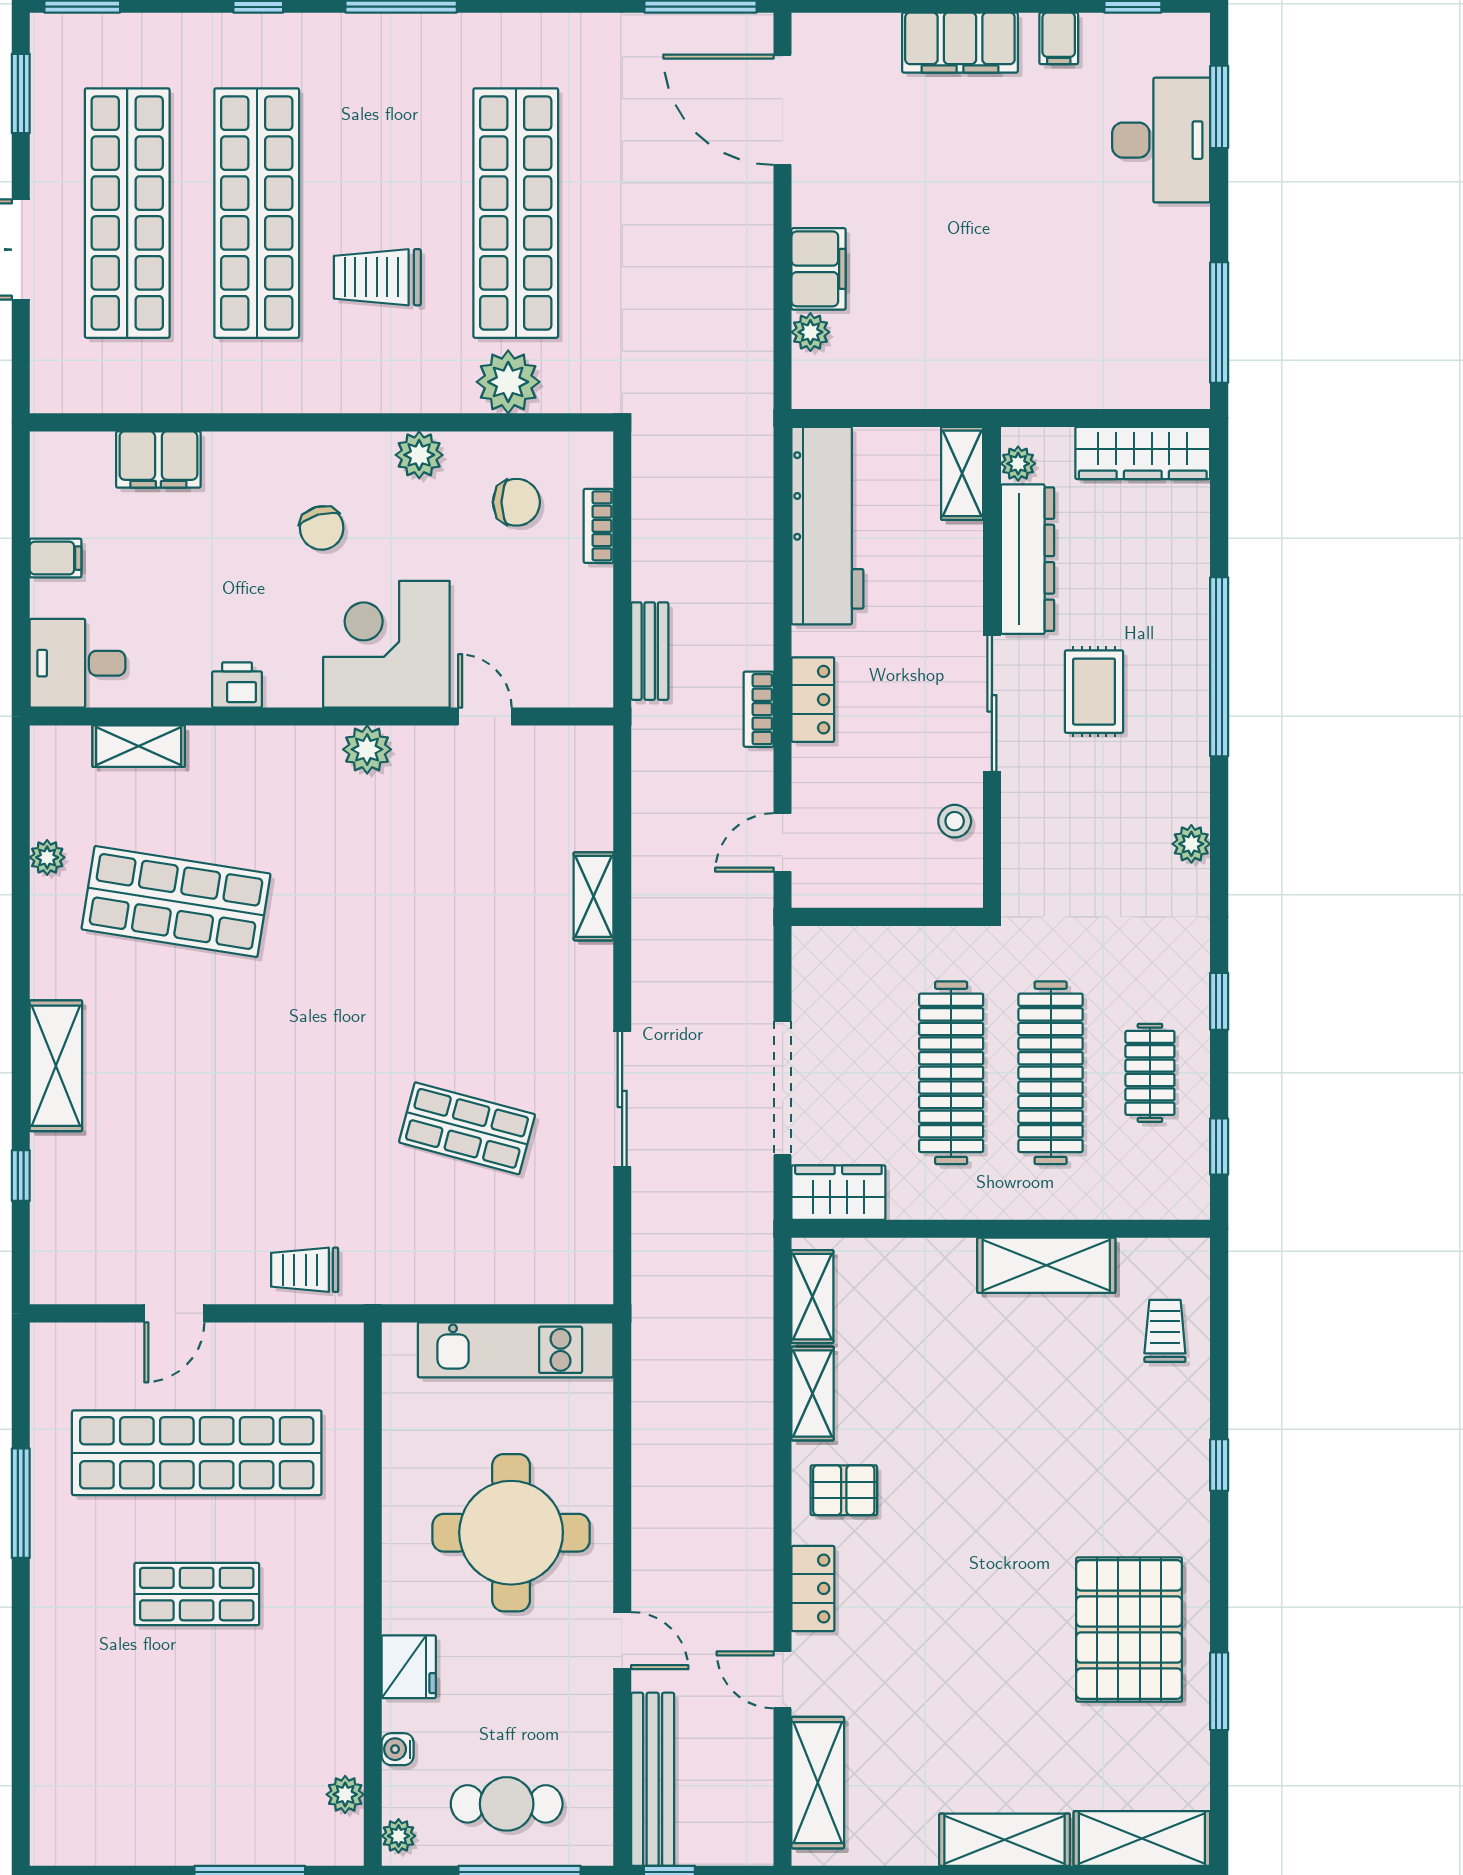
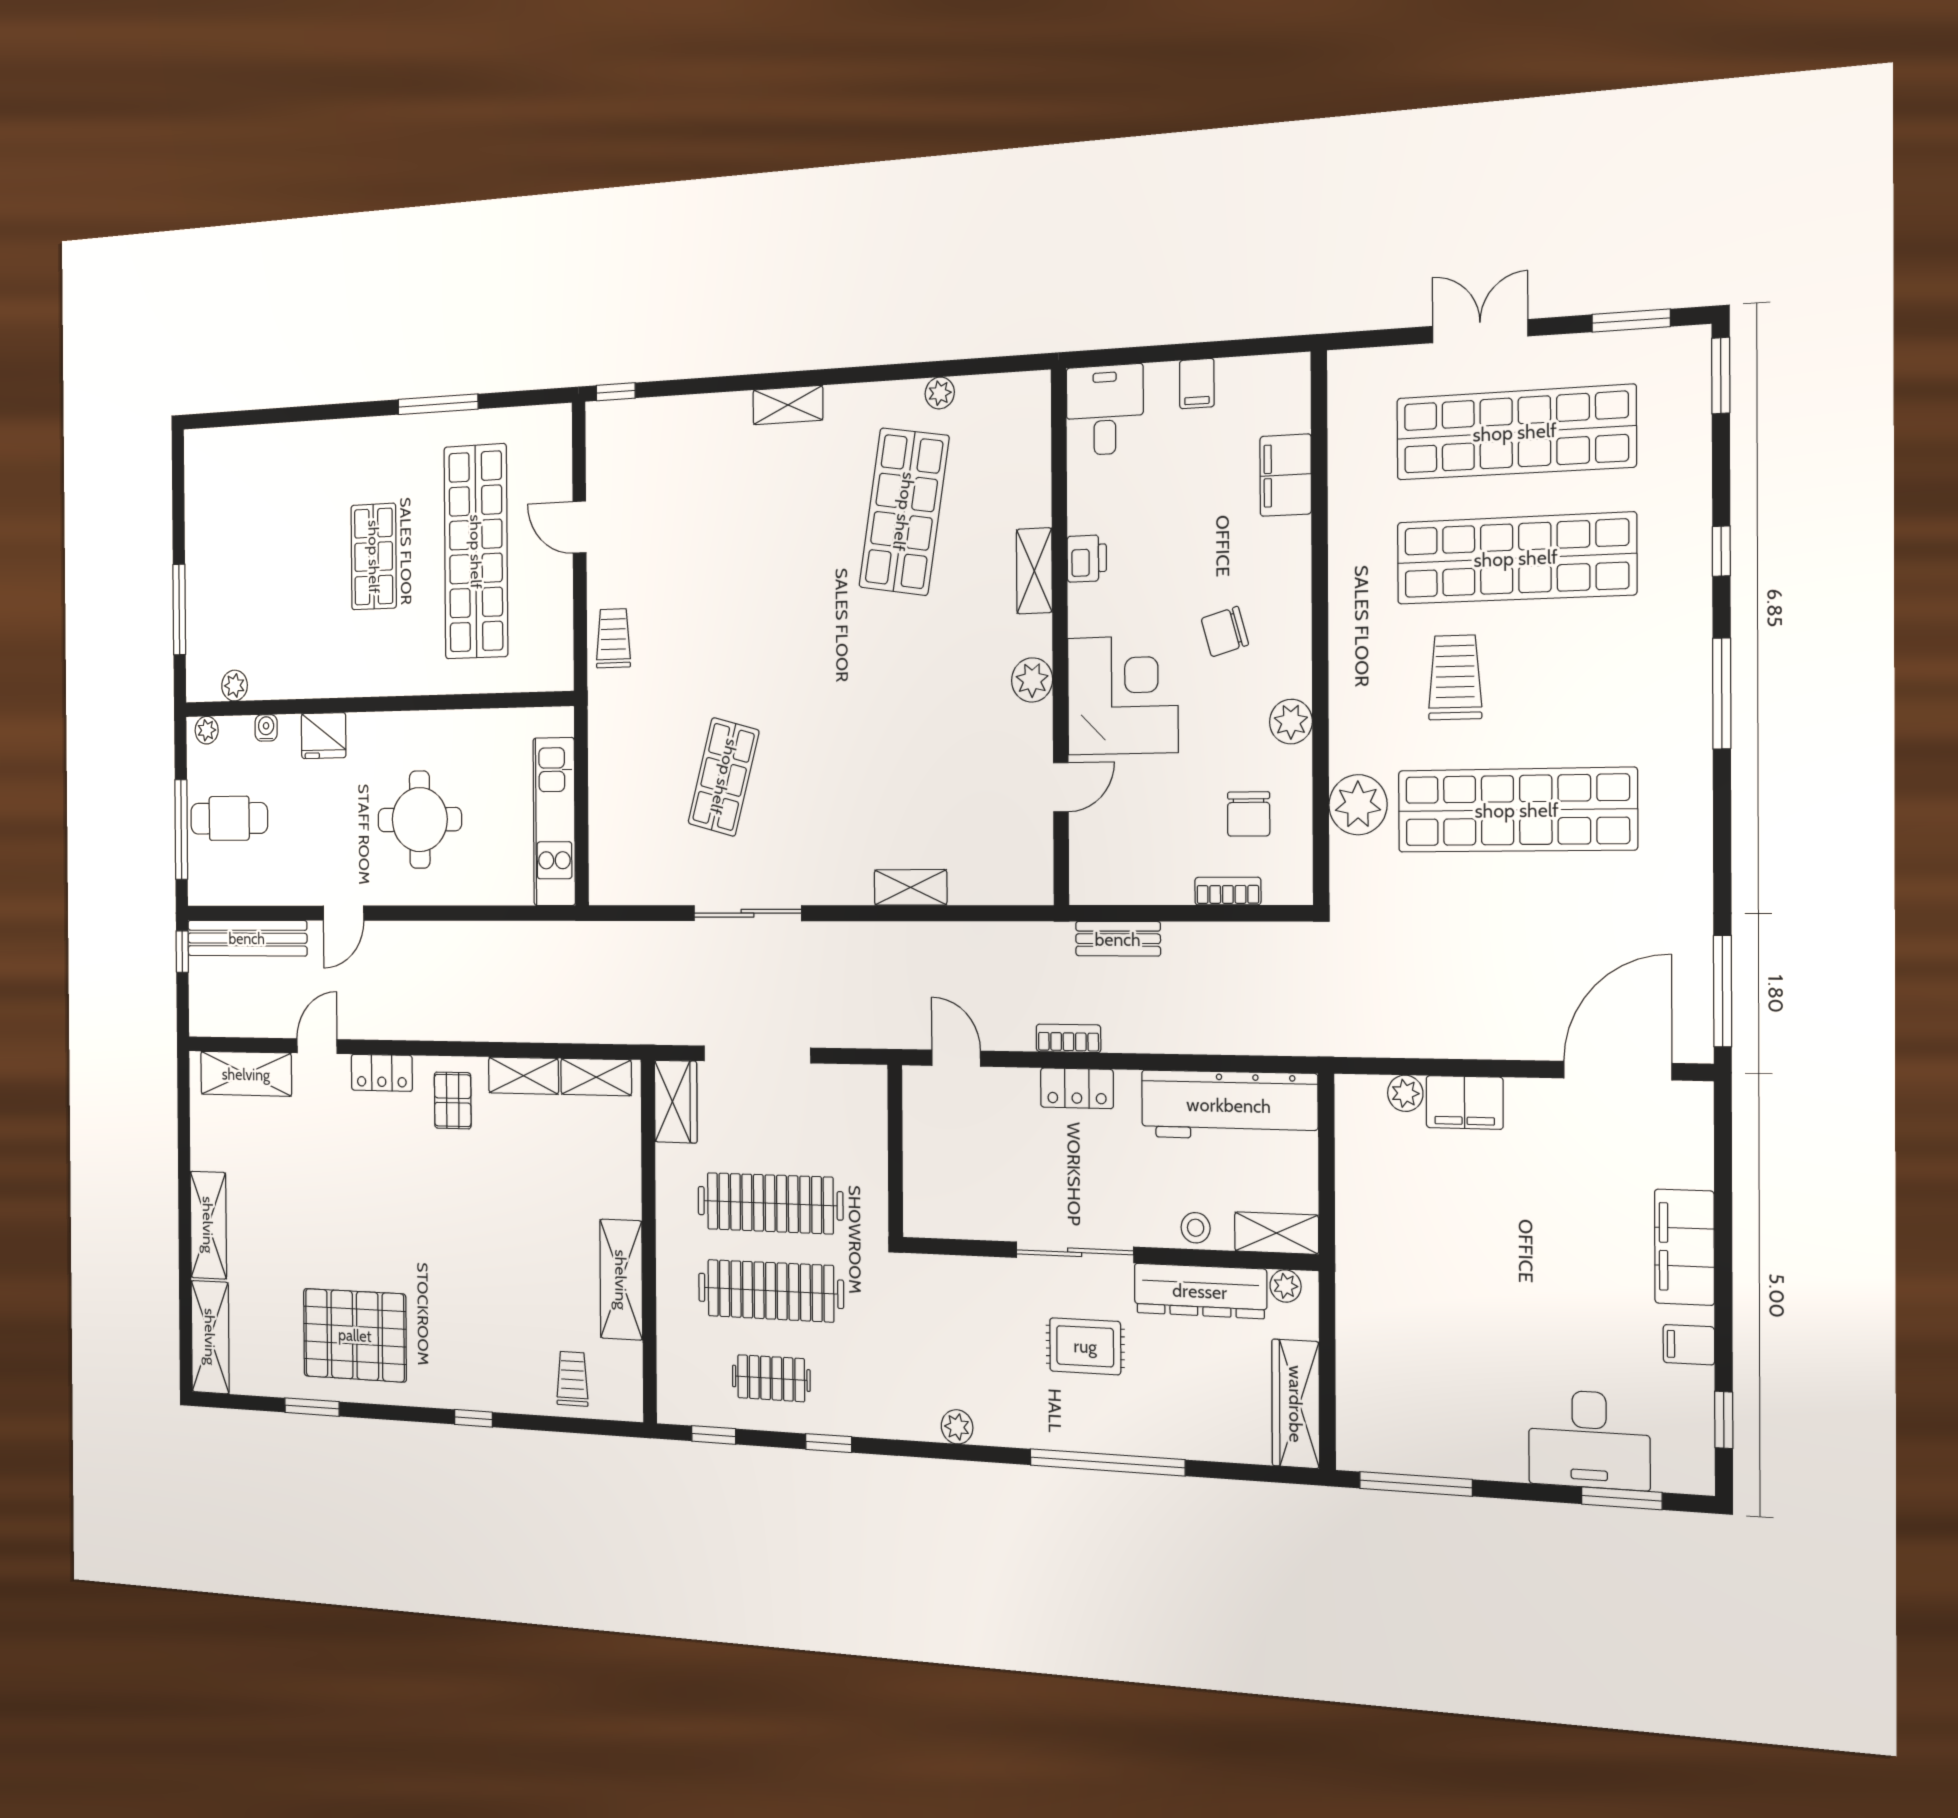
shelving: (139, 746) -> (1034, 571), moved
stool: (955, 821) -> (1196, 1228), moved
shelving: (56, 1066) -> (788, 405), width x0.67, depth x0.75
window: (21, 1176) -> (616, 392), moved
trolley: (1165, 1331) -> (572, 1379), turned -90
round table: (511, 1533) -> (420, 820), width x0.73, depth x0.73
cafe table: (507, 1804) -> (229, 818), turned 90

